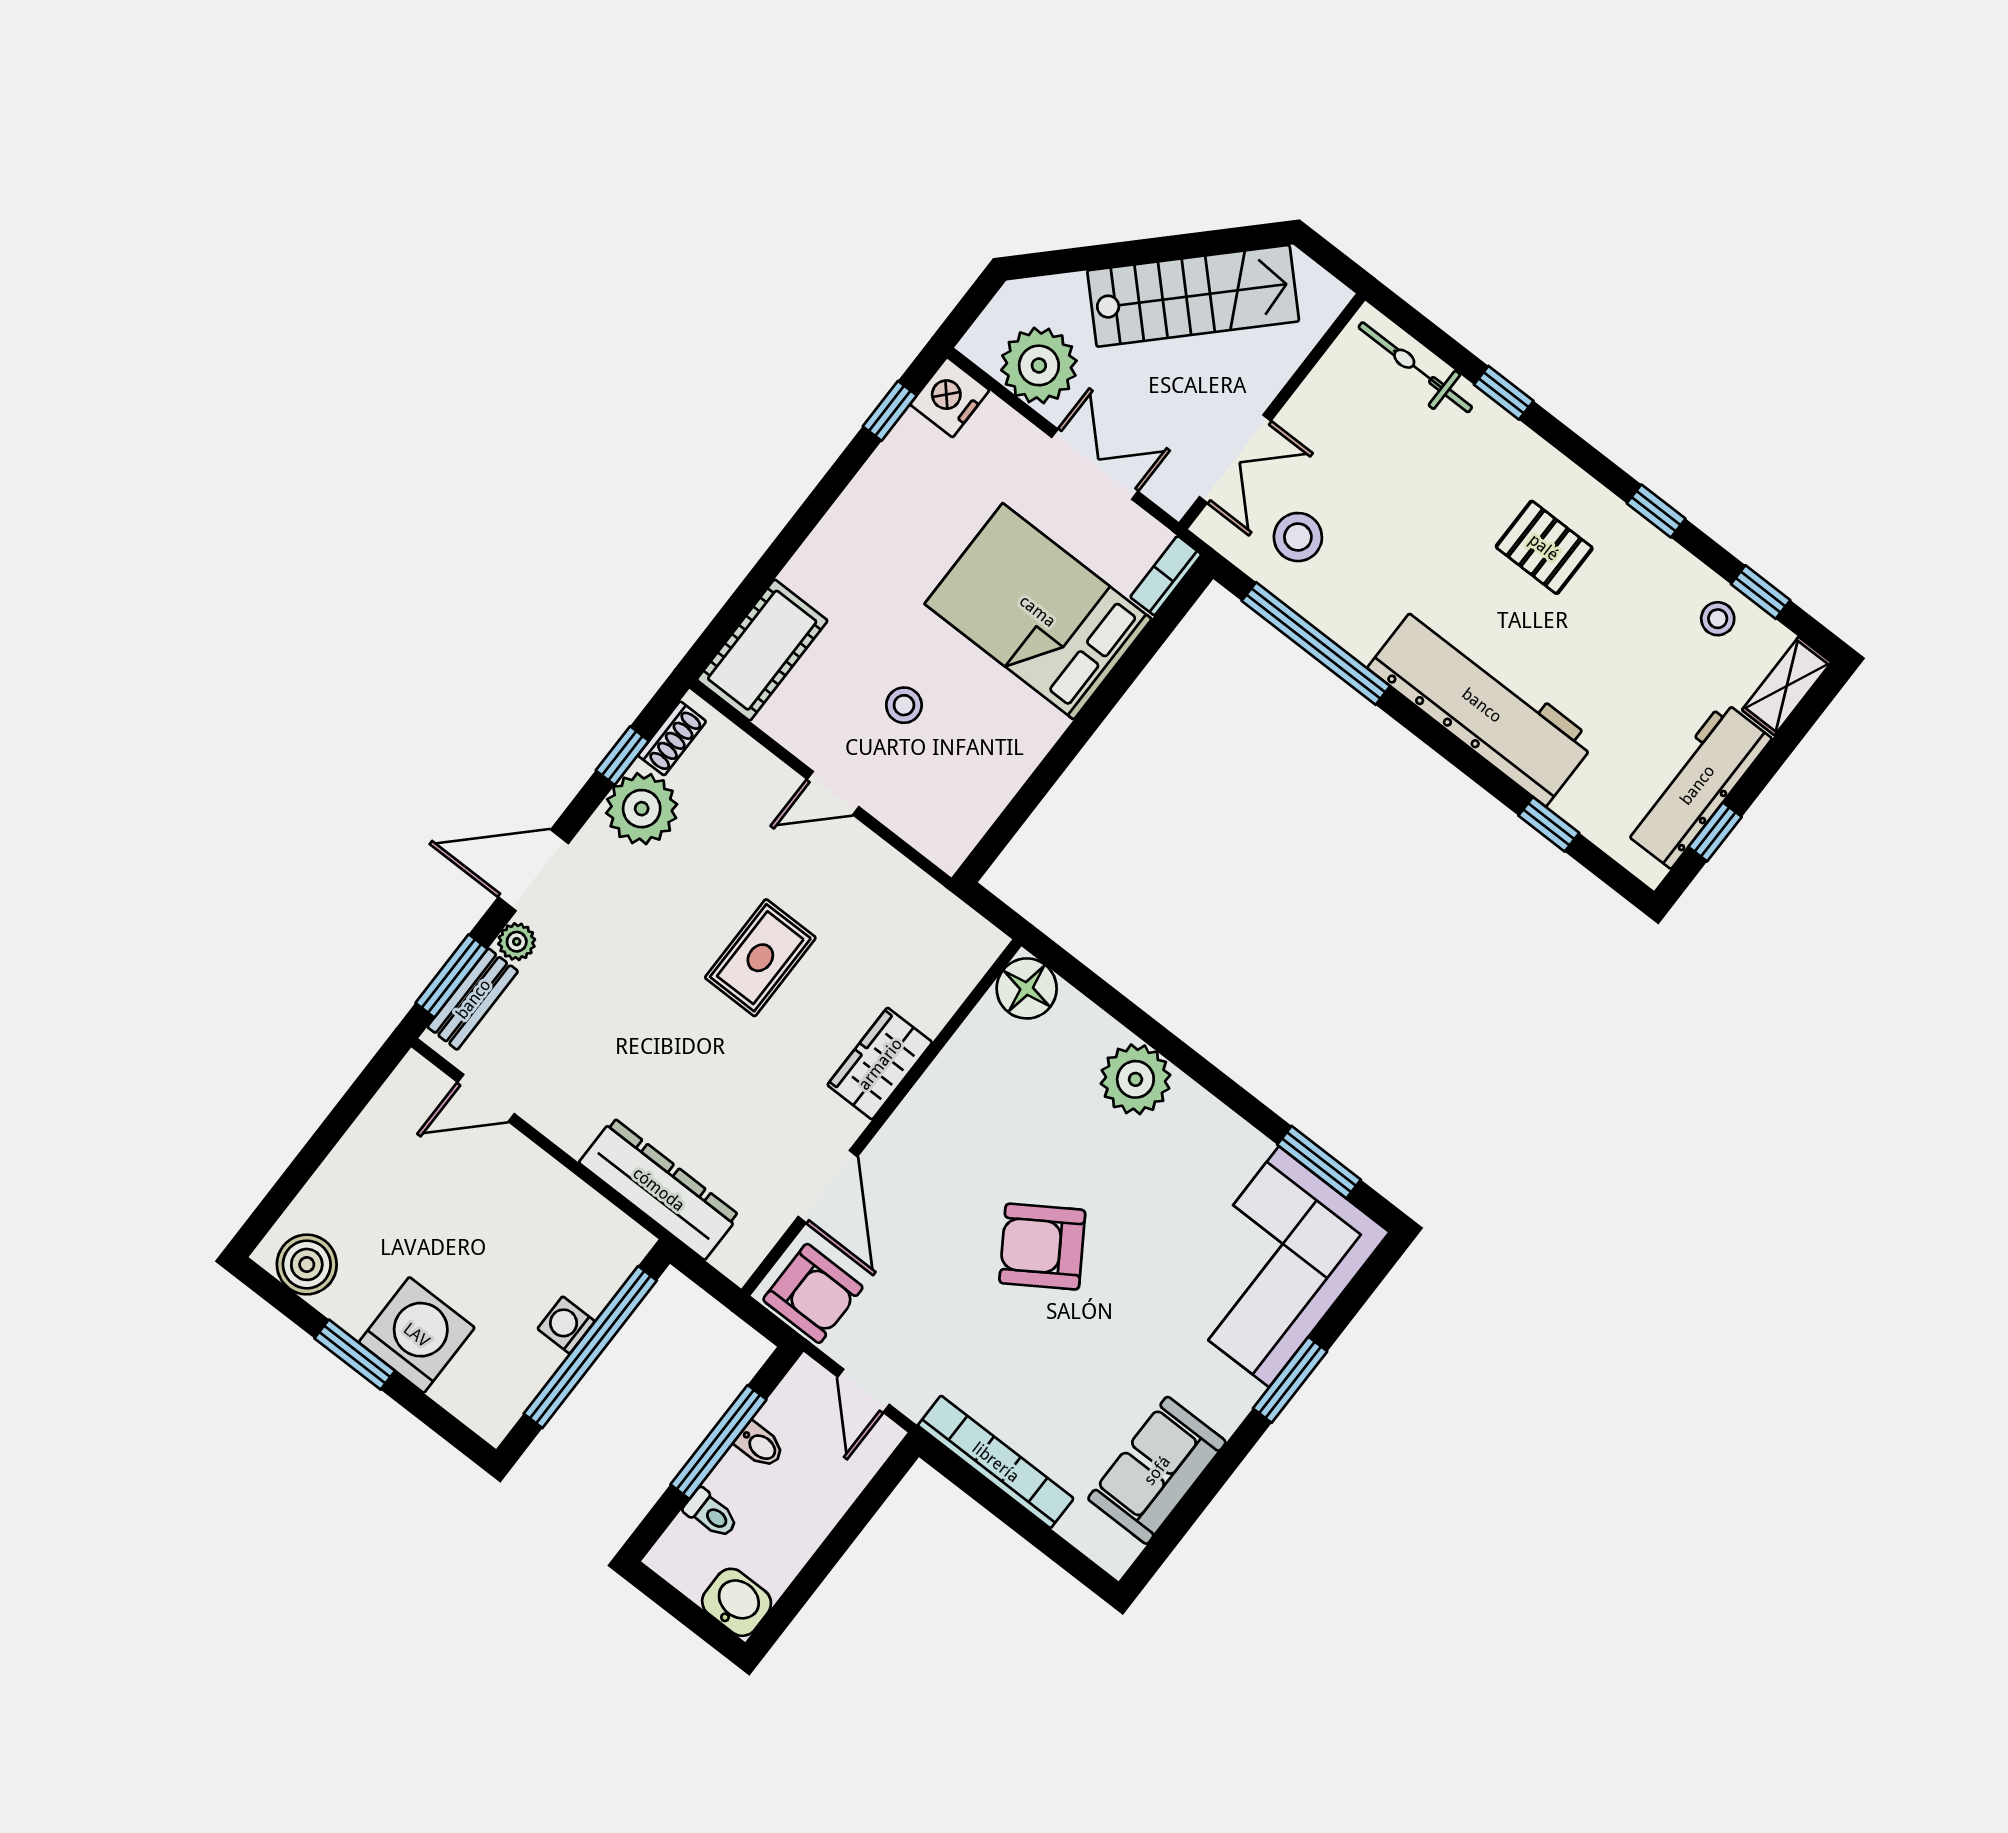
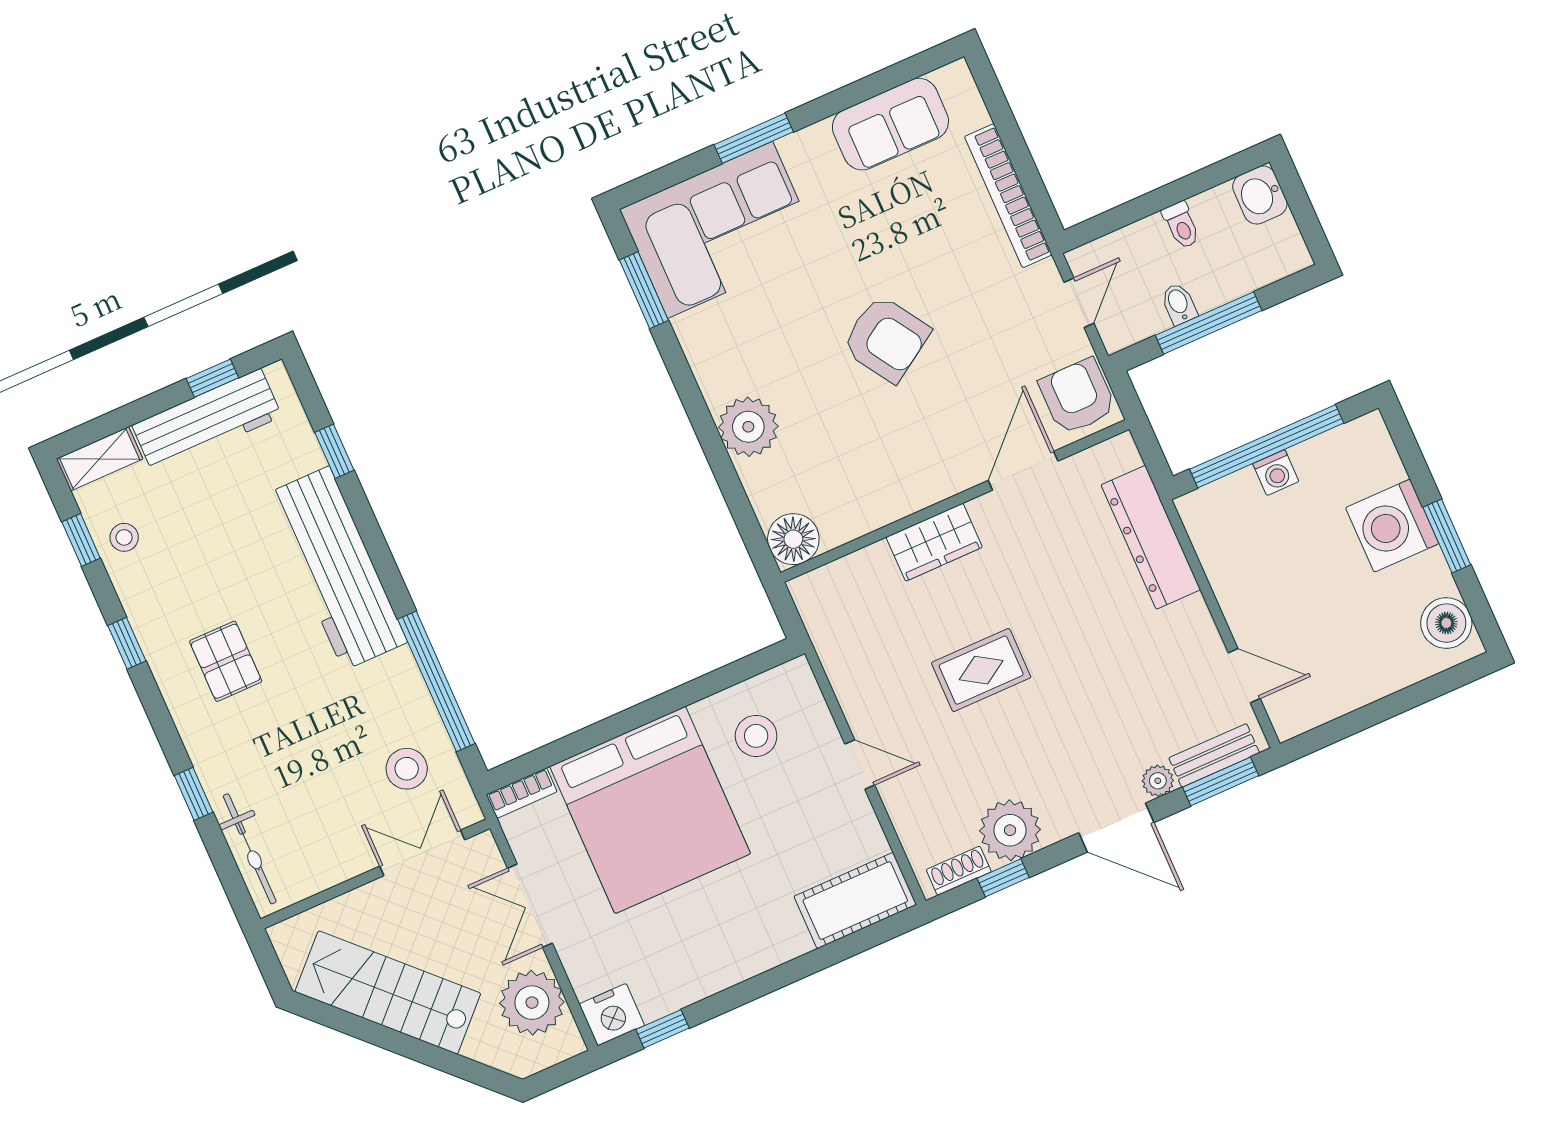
bed: (1038, 611) -> (650, 810), width x1.36
stool: (904, 705) -> (756, 736), moved, width x1.37, depth x1.37
toilet: (711, 1514) -> (1181, 225), moved, turned 180

